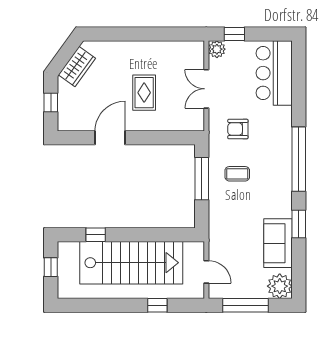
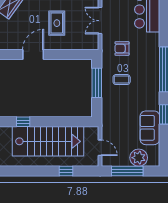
plant: (280, 286) -> (139, 158), moved

